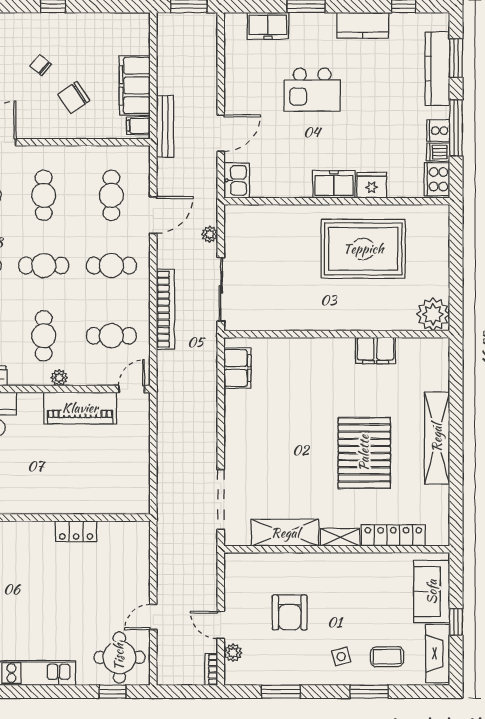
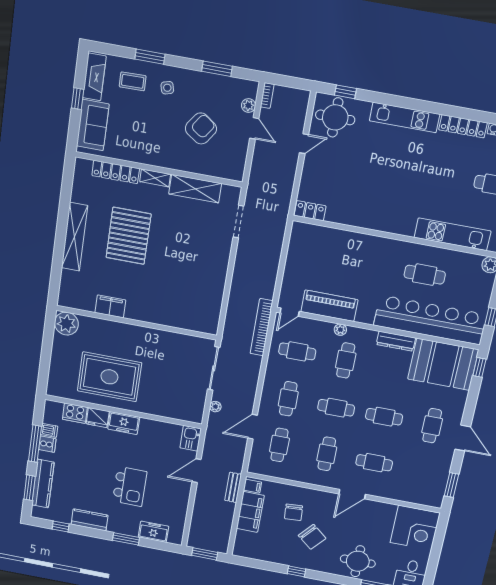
chair: (41, 65) -> (312, 537), width x1.87, depth x1.87
kitchen island: (312, 90) -> (130, 486), turned 90
chair: (74, 98) -> (294, 512), turned 120
bench: (165, 126) -> (233, 487), width x0.73
cooker: (437, 179) -> (75, 413), moved, turned 90
cafe table: (111, 266) -> (288, 399), turned 90
bookcase: (166, 309) -> (262, 327), moved
filing cabinet: (237, 368) -> (211, 313), removed
doorway: (221, 499) -> (238, 222), width x0.73
locker: (76, 531) -> (310, 211), moved
armchair: (290, 612) -> (201, 128), turned 35

